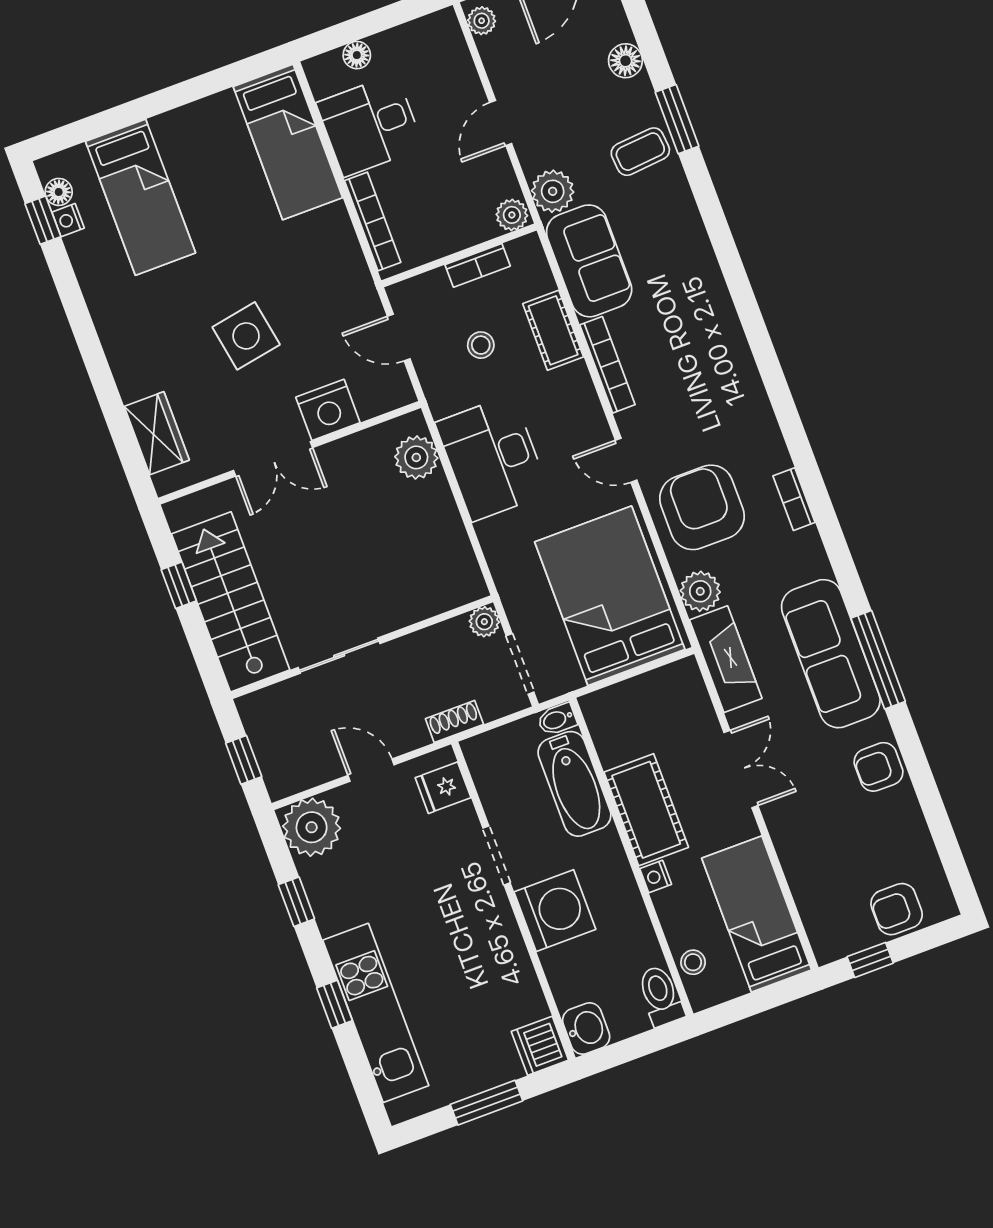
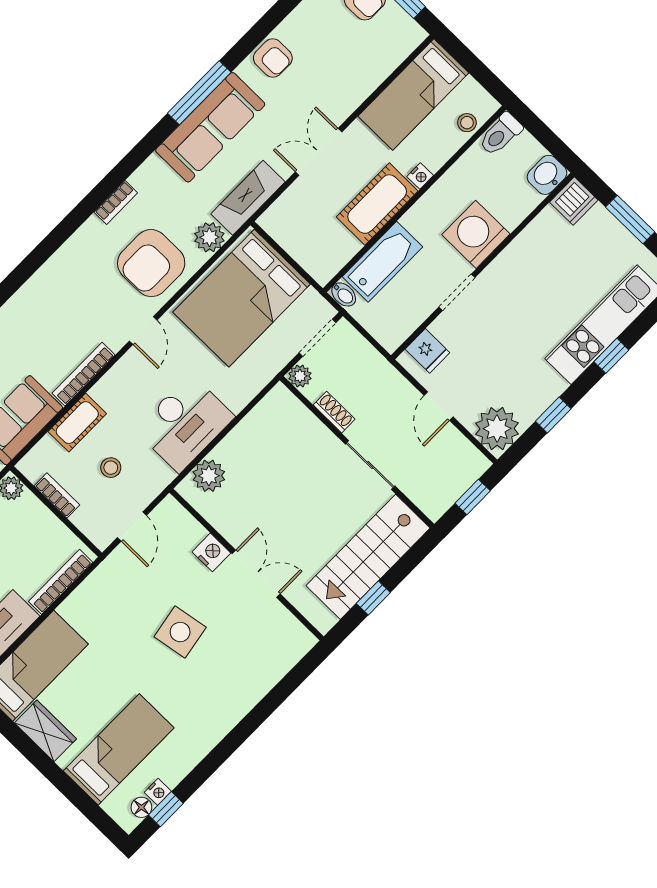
nightstand: (328, 410) -> (211, 552), width x0.74, depth x0.75
wardrobe: (157, 433) -> (45, 731), moved, turned 90
shoe rack: (454, 722) -> (334, 412), moved, turned 180

